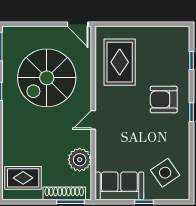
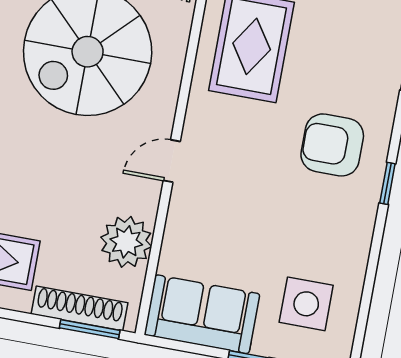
side table: (165, 173) -> (306, 304), turned 34

